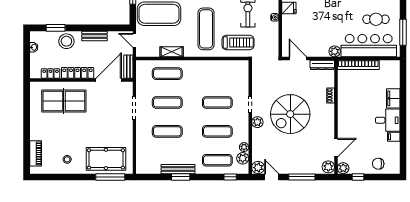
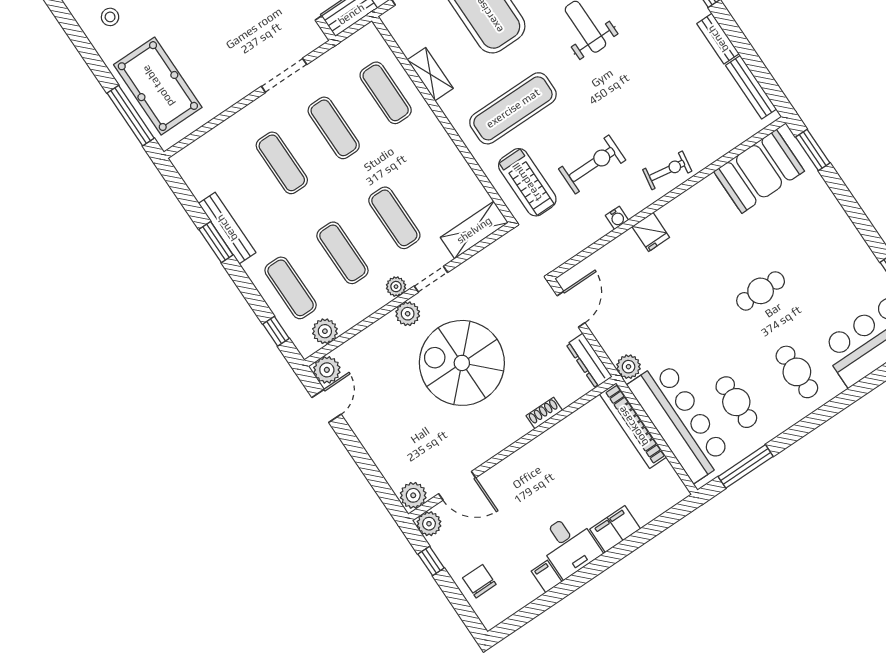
shelving: (243, 75) -> (474, 230), added
plant: (244, 147) -> (396, 287), moved
window: (302, 177) -> (363, 460), removed

